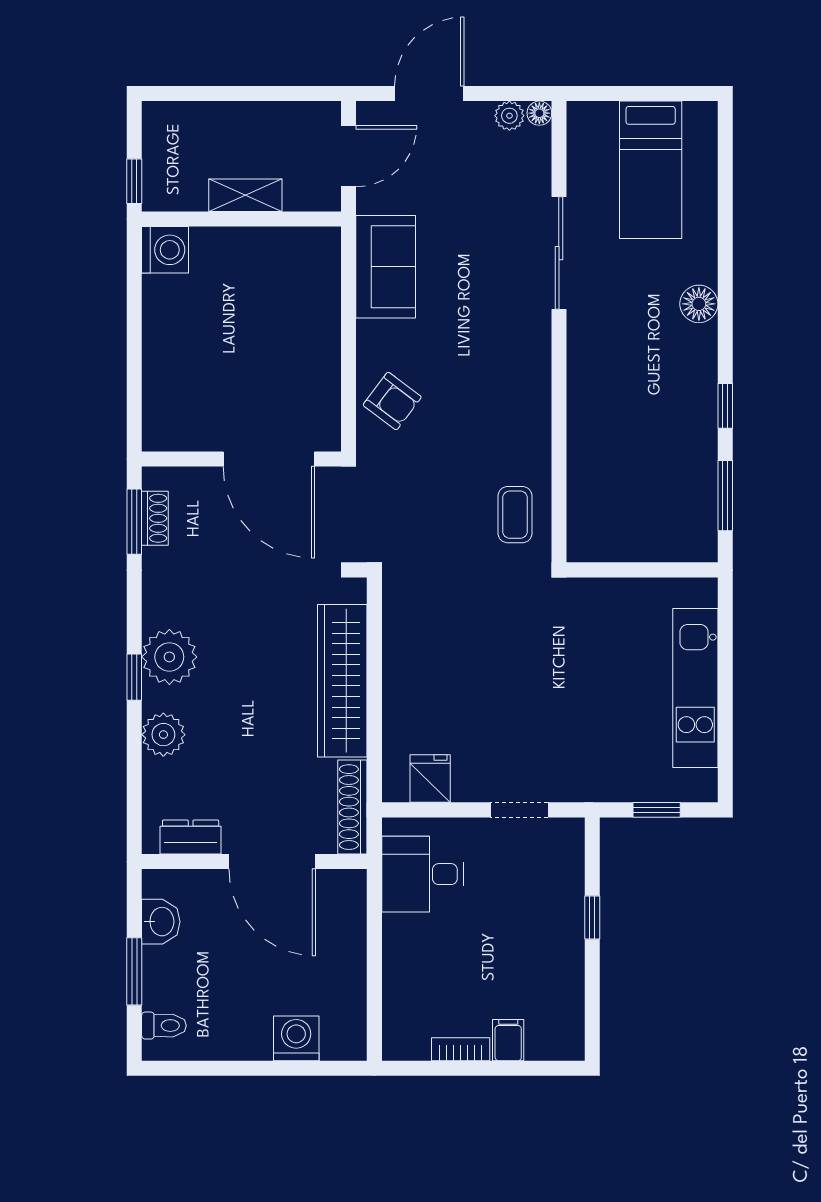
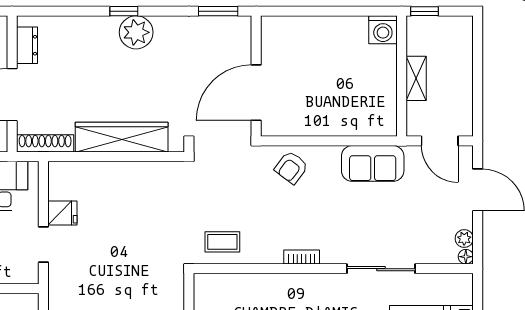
bookcase: (540, 384) -> (302, 257), added
shoe rack: (155, 518) -> (220, 24), removed
plant: (163, 735) -> (89, 29), removed
fridge: (430, 779) -> (62, 213), moved

